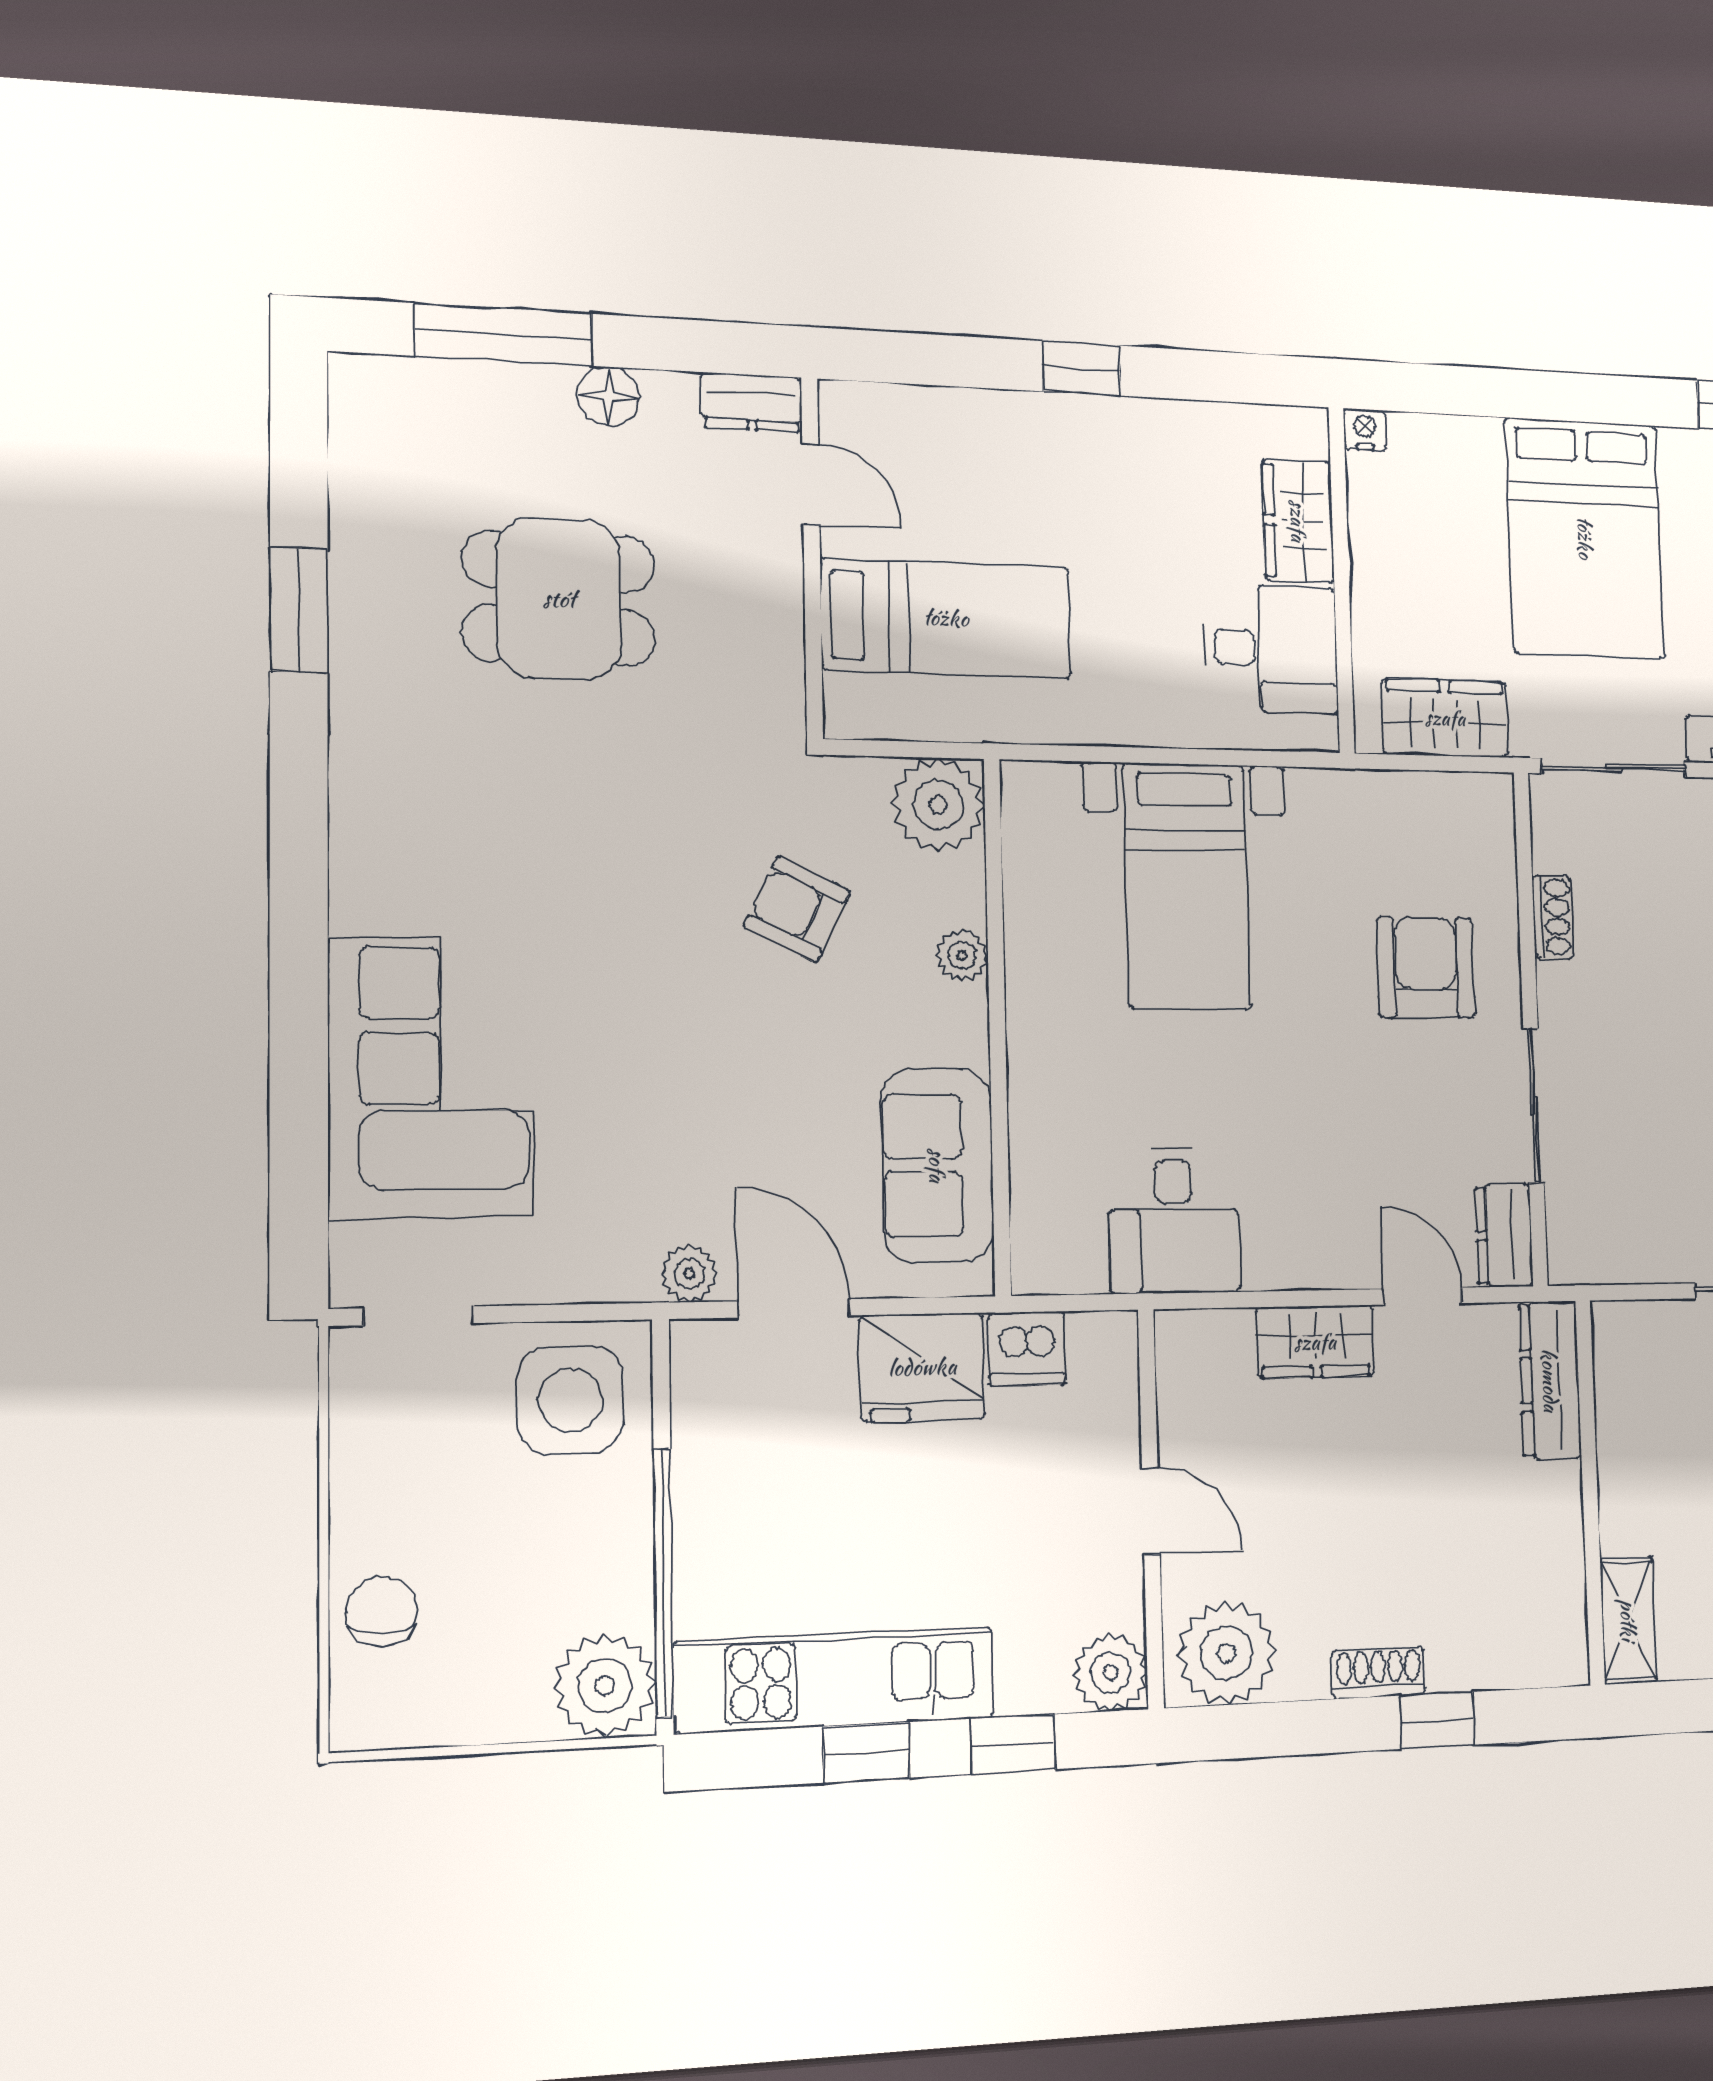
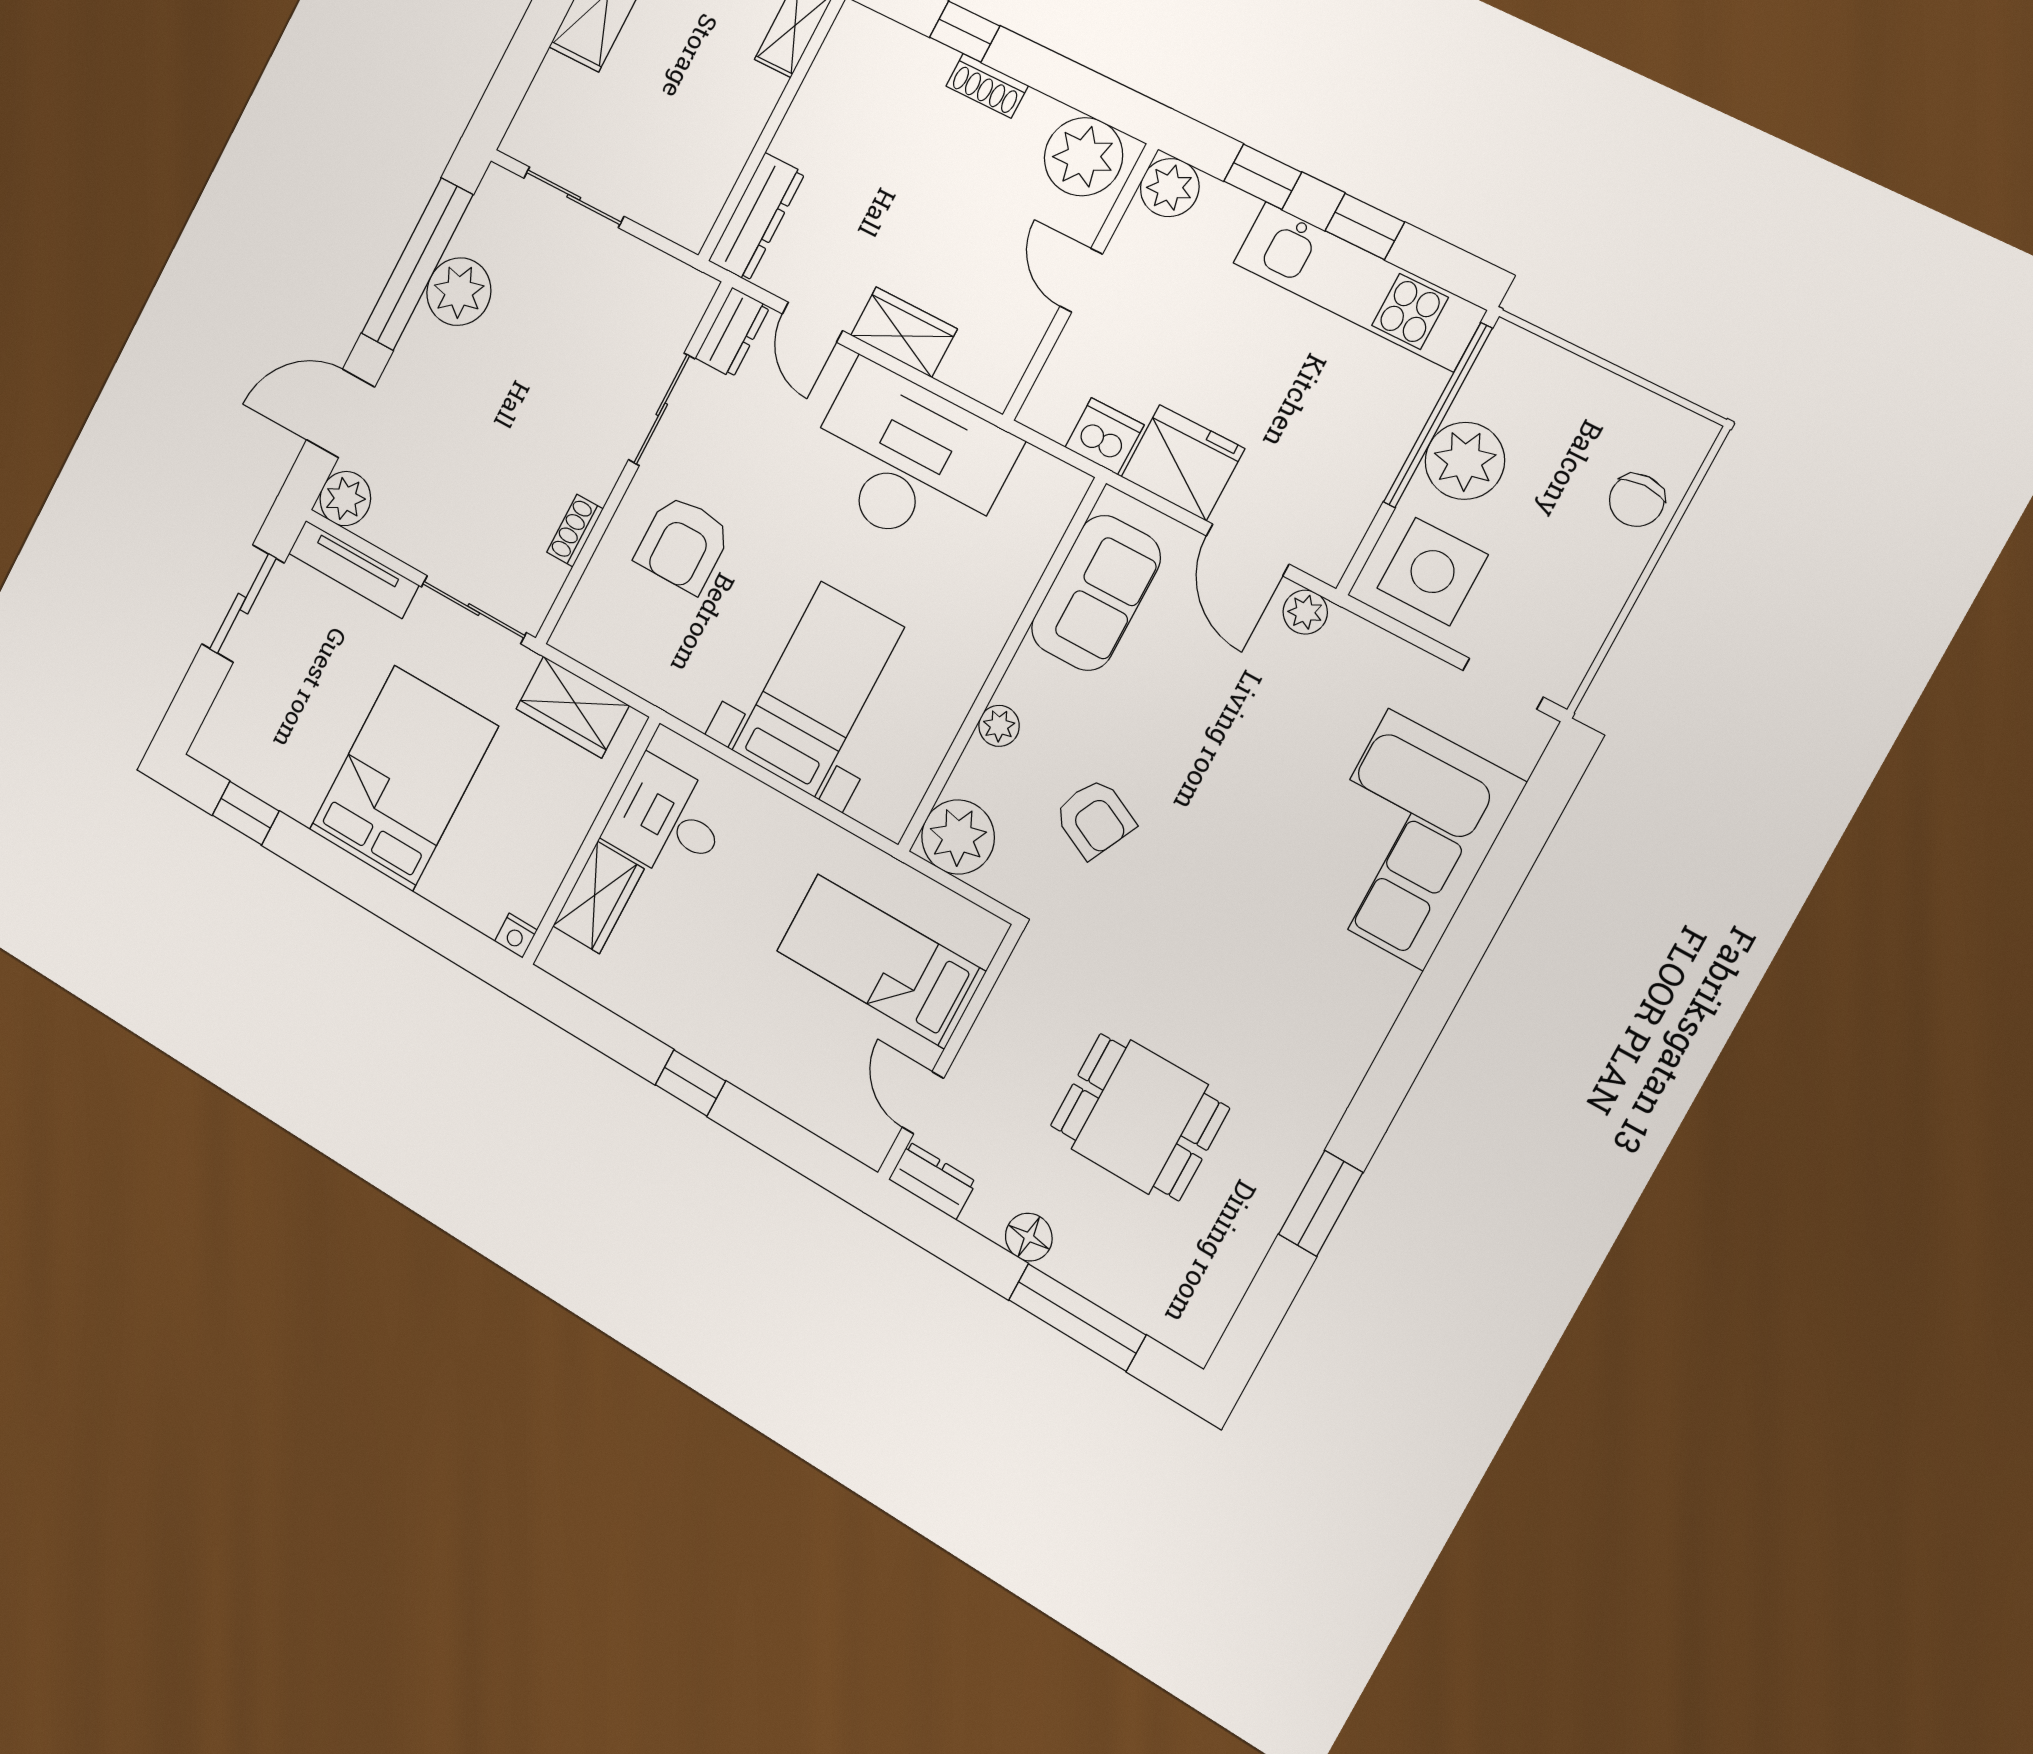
desk: (1174, 1221) -> (908, 461), width x1.87, depth x1.30
plant: (605, 1685) -> (1465, 461), moved

